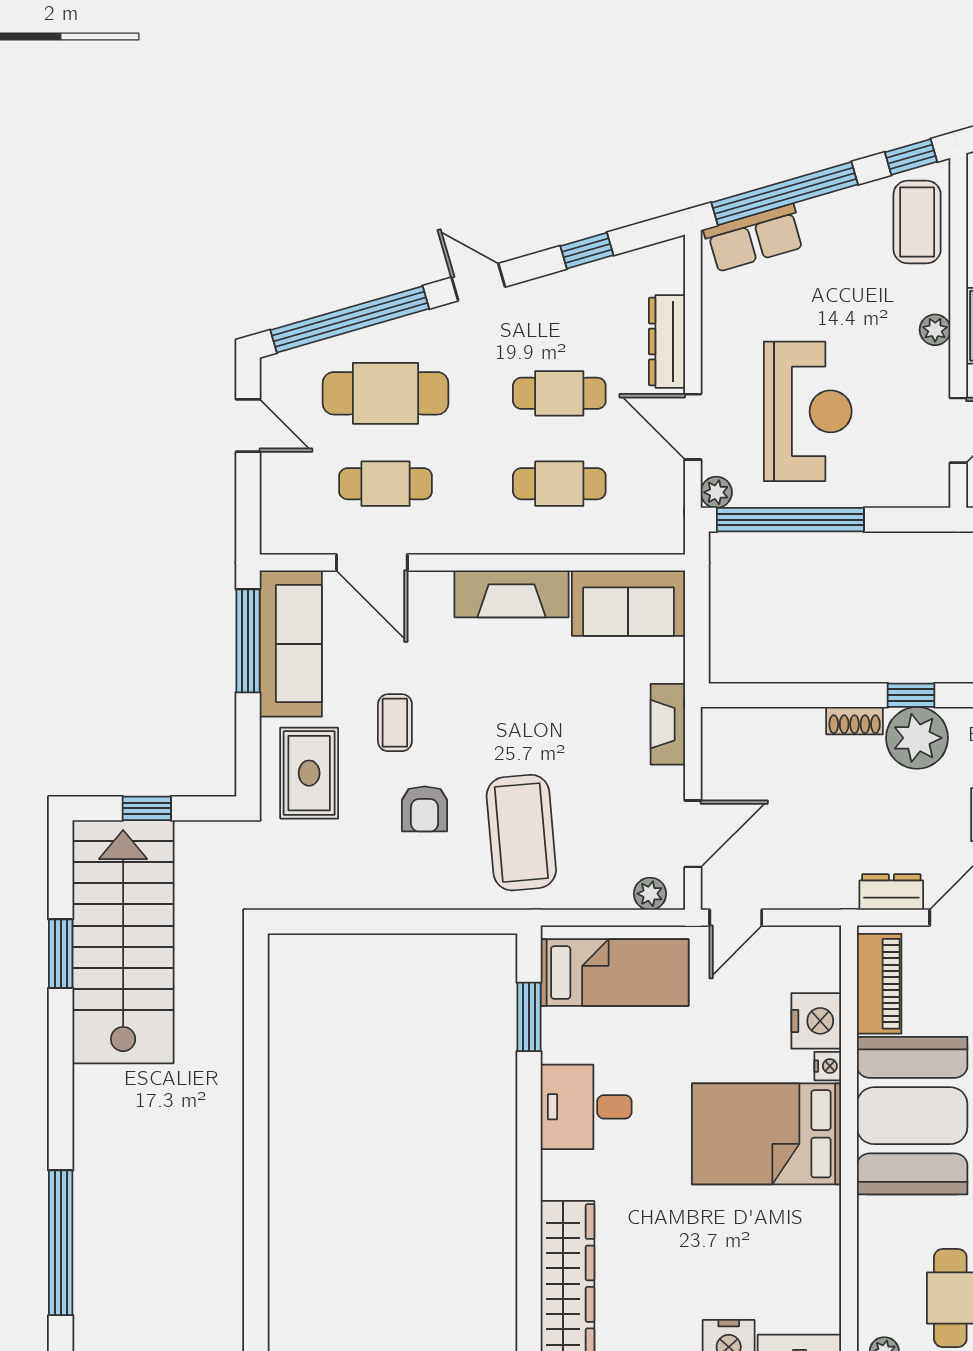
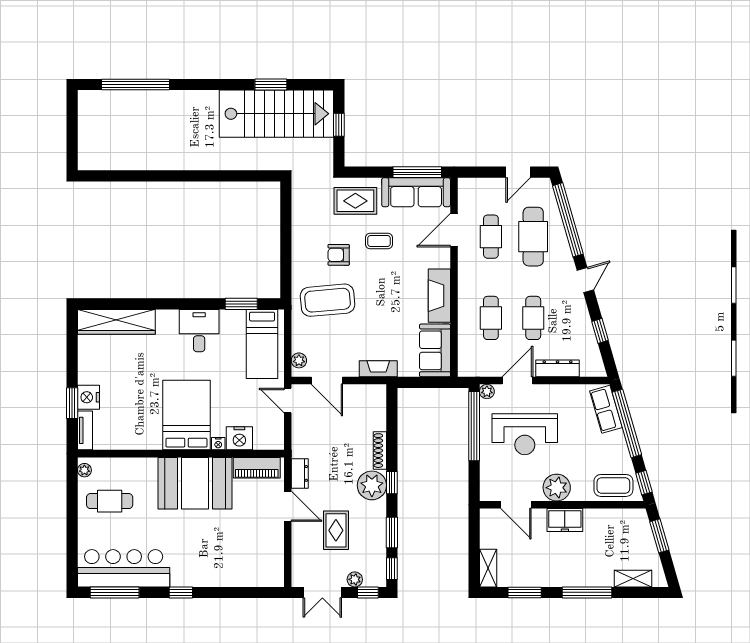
plant: (935, 330) -> (557, 488), width x1.87, depth x1.87
shoe rack: (855, 721) -> (380, 451), width x1.43

